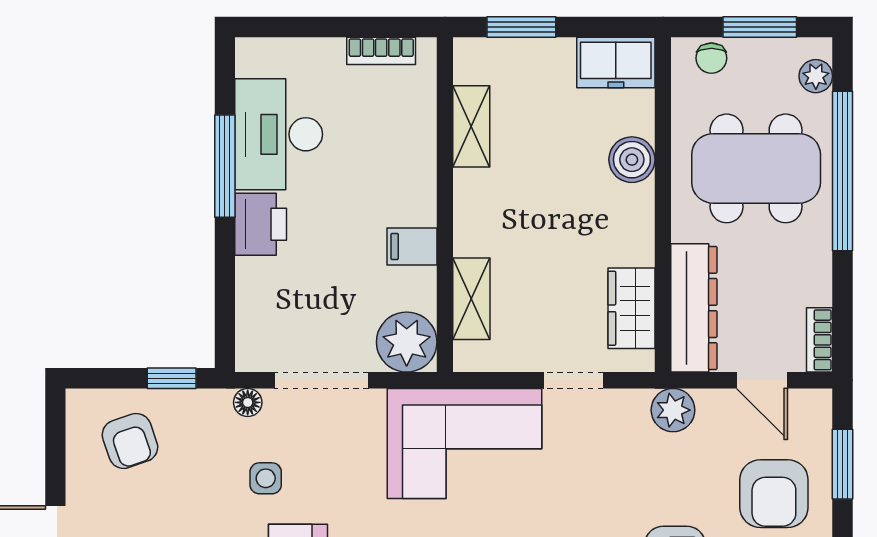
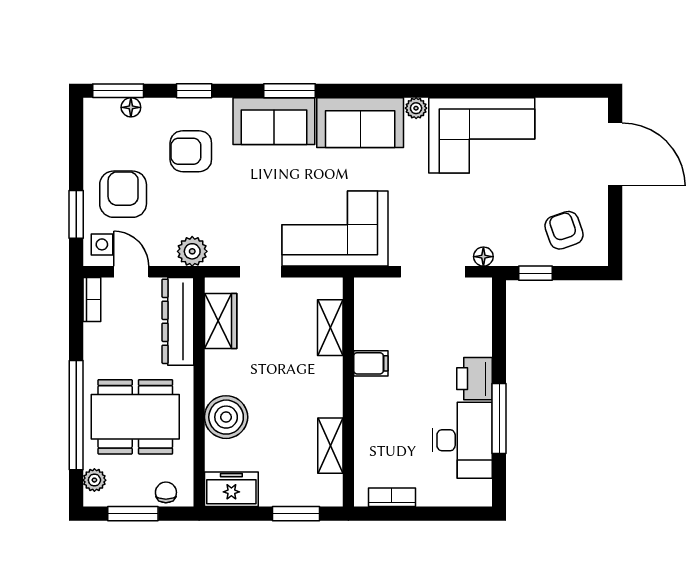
boiler: (632, 160) -> (226, 417), width x1.37, depth x1.37
plant: (407, 342) -> (375, 298), removed
side table: (266, 478) -> (102, 244), moved

